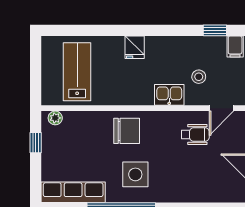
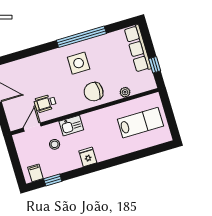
fridge: (135, 47) -> (88, 157), moved
lab bench: (77, 72) -> (140, 123), turned -90
plant: (55, 118) -> (125, 92), moved
row of seats: (73, 192) -> (138, 49), moved, turned 90

